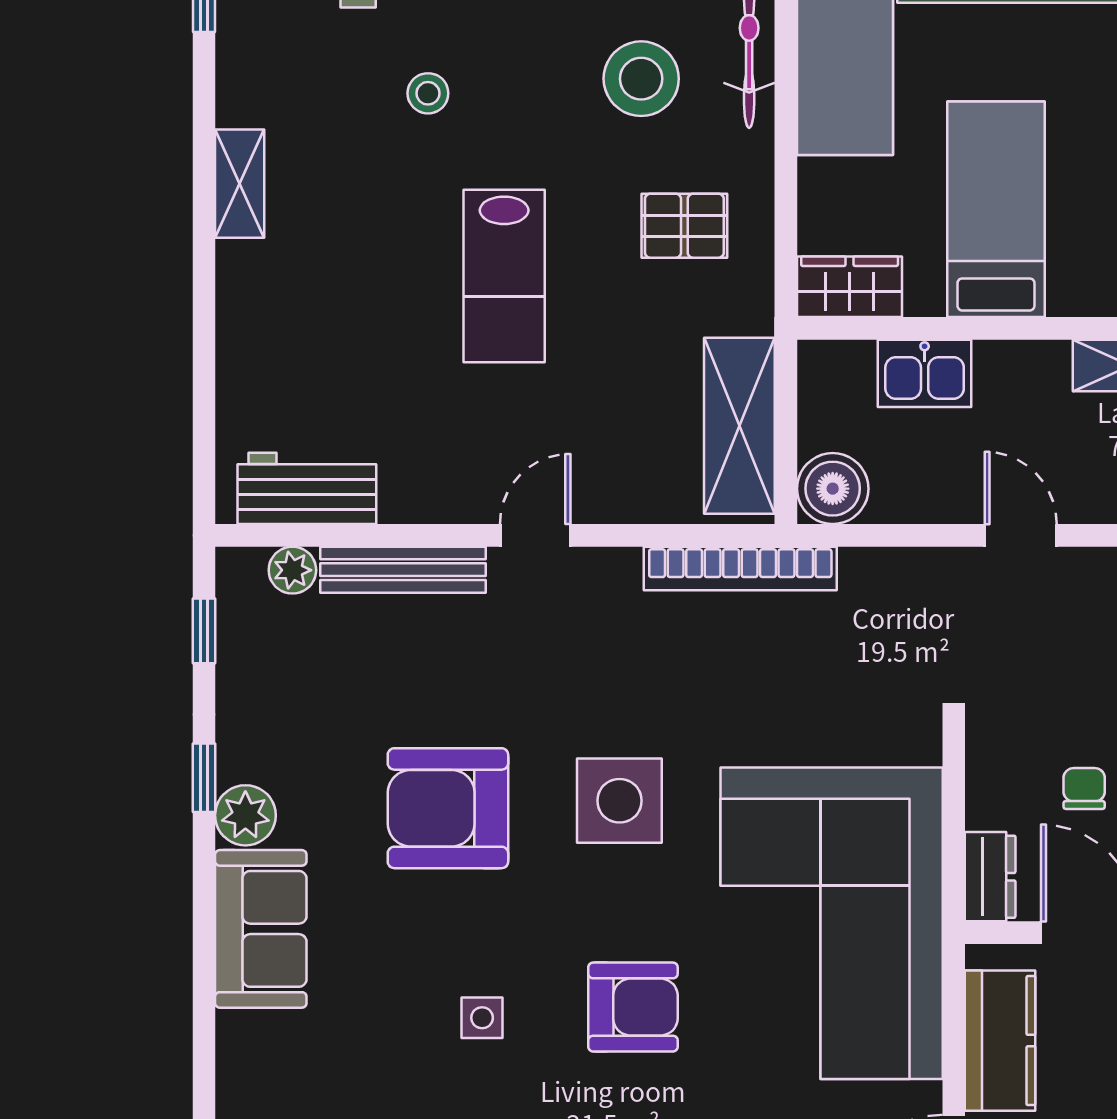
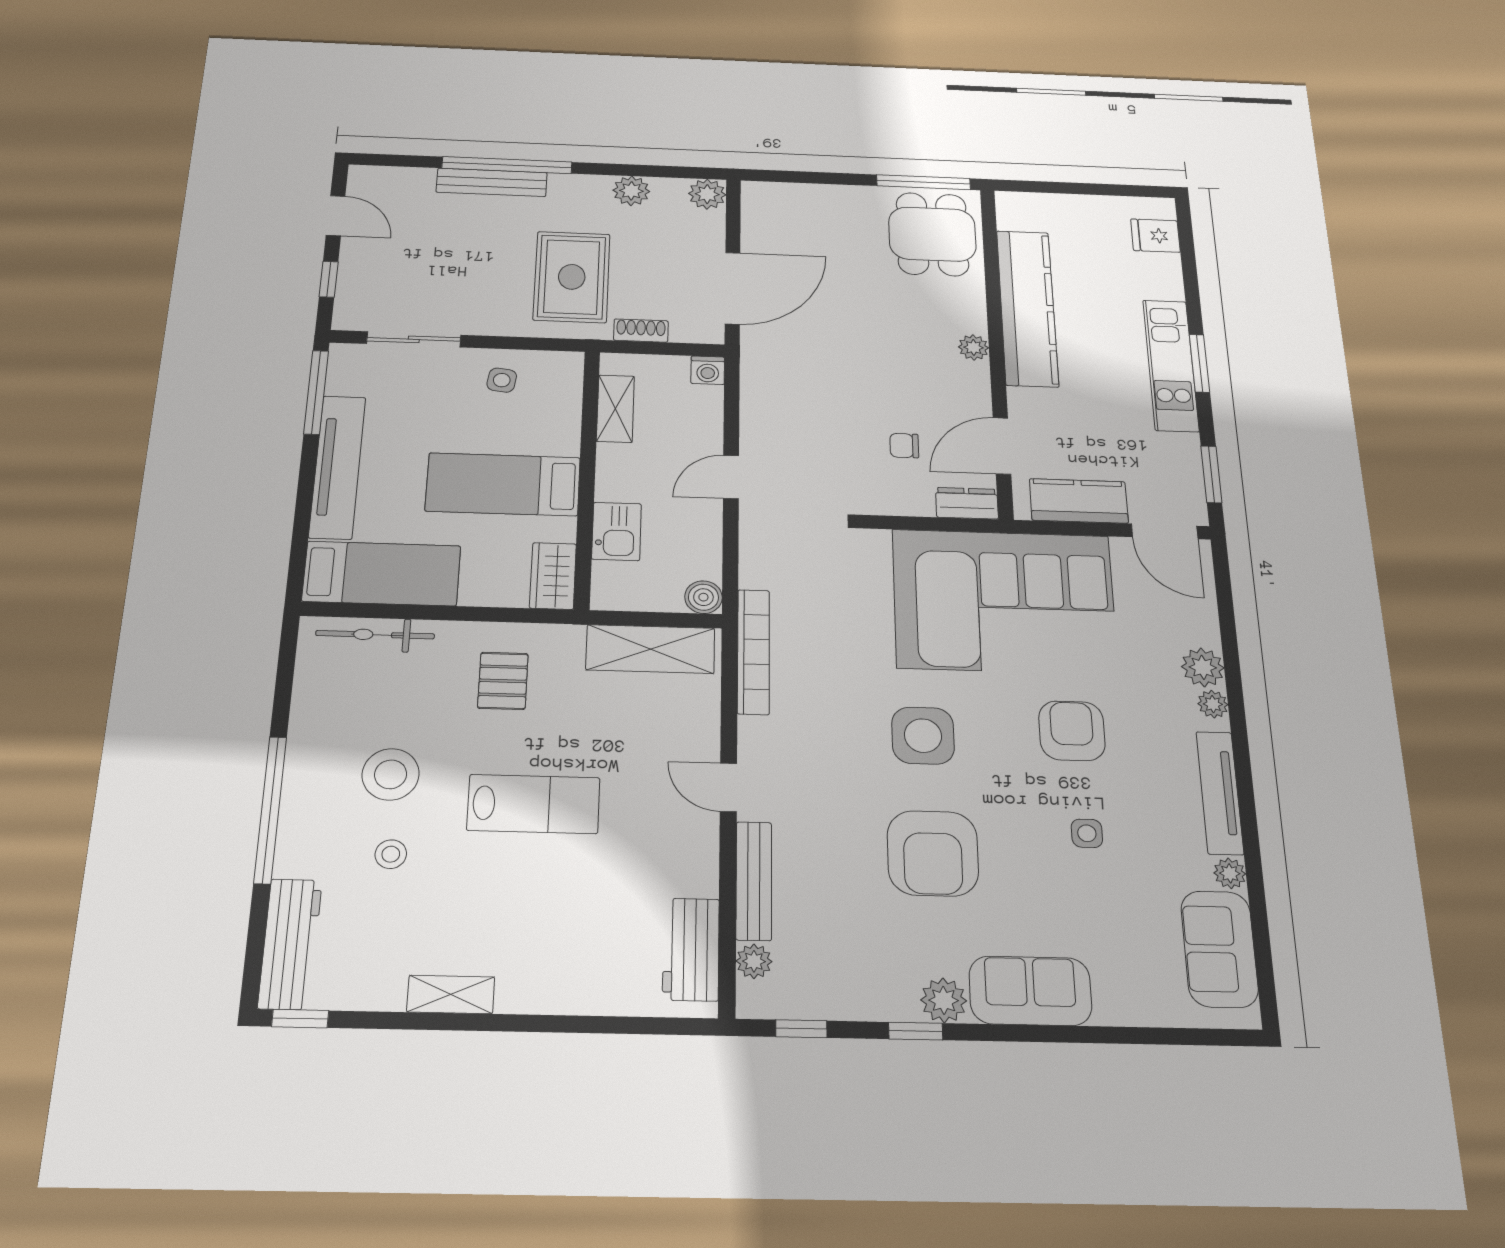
stool: (641, 79) -> (391, 774), moved
boiler: (833, 489) -> (703, 597), width x0.73, depth x0.73

